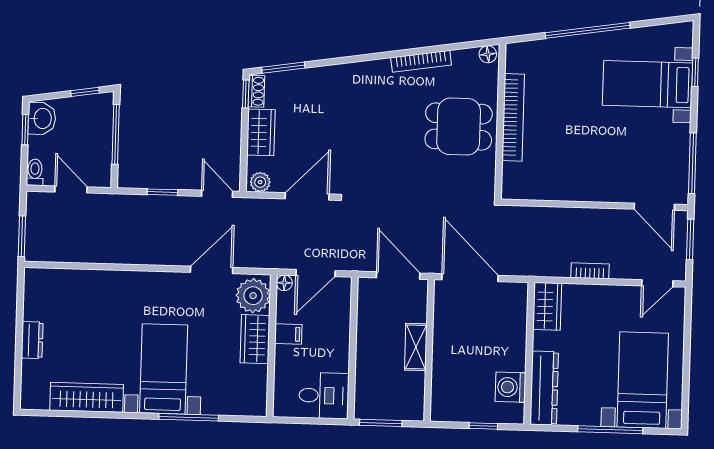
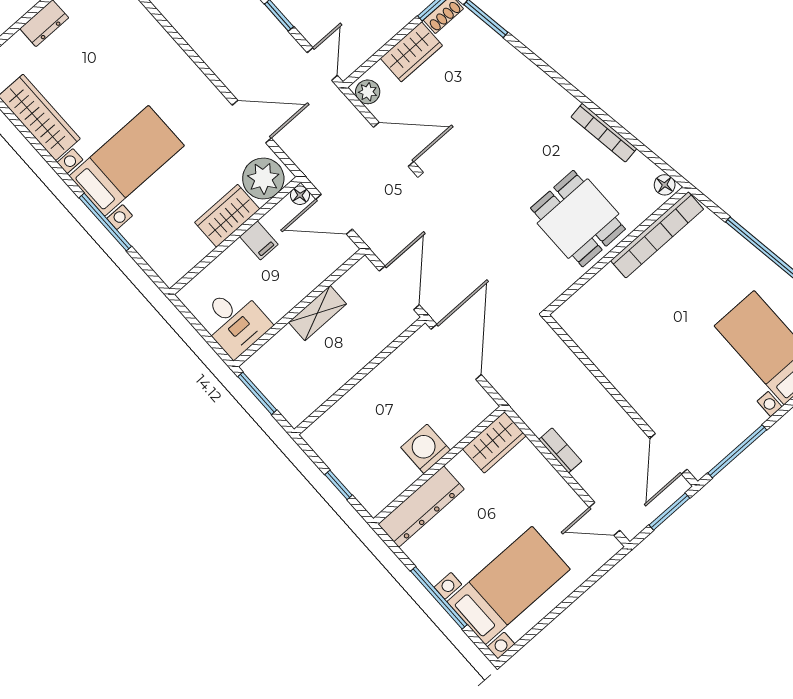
bookcase: (513, 117) -> (657, 235), moved
shelving: (416, 347) -> (318, 313), moved
washing machine: (510, 387) -> (426, 449), moved

